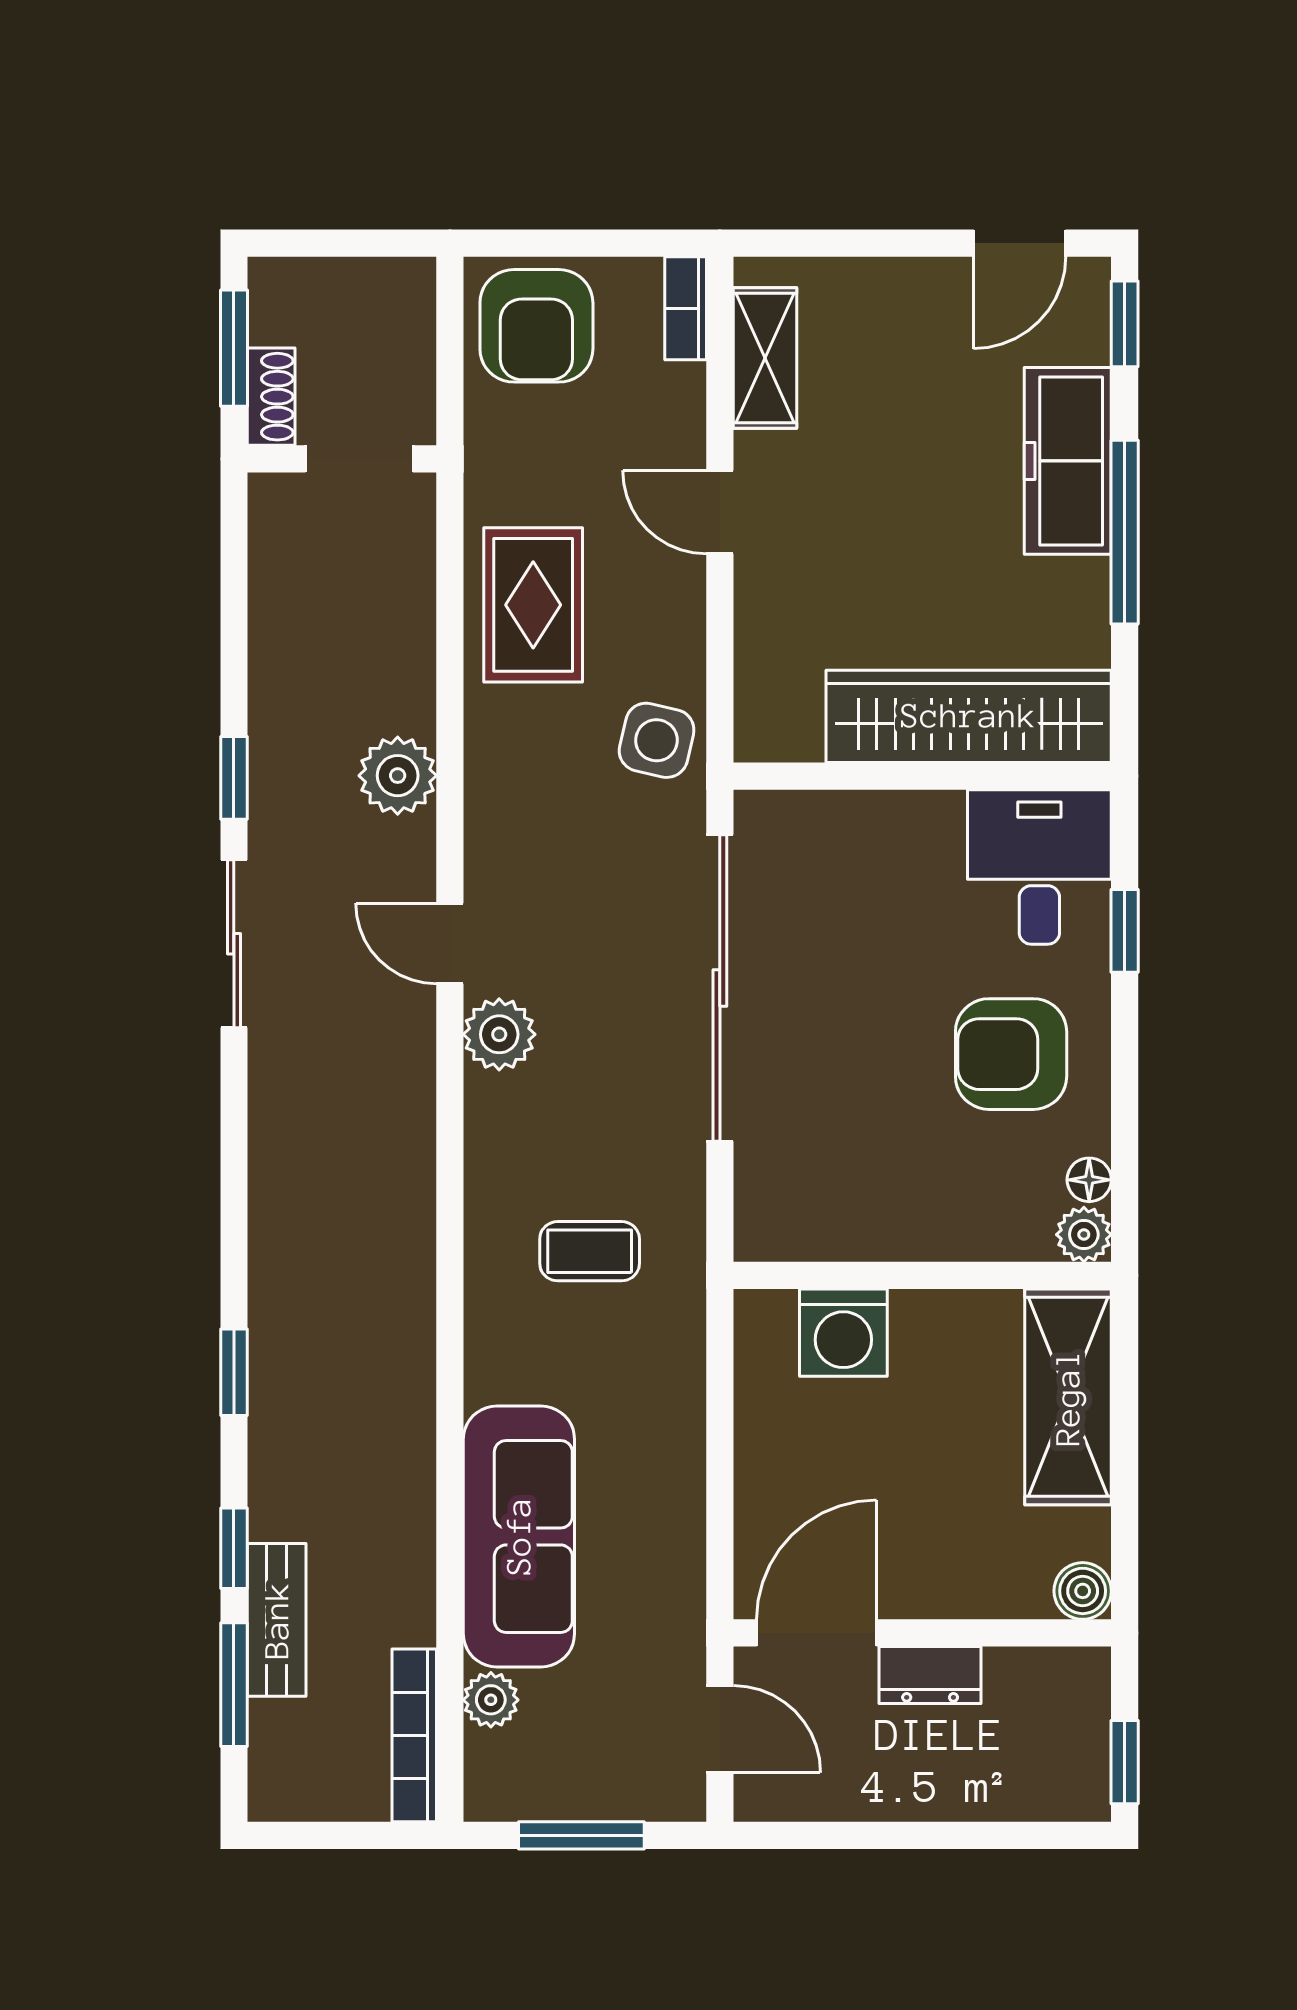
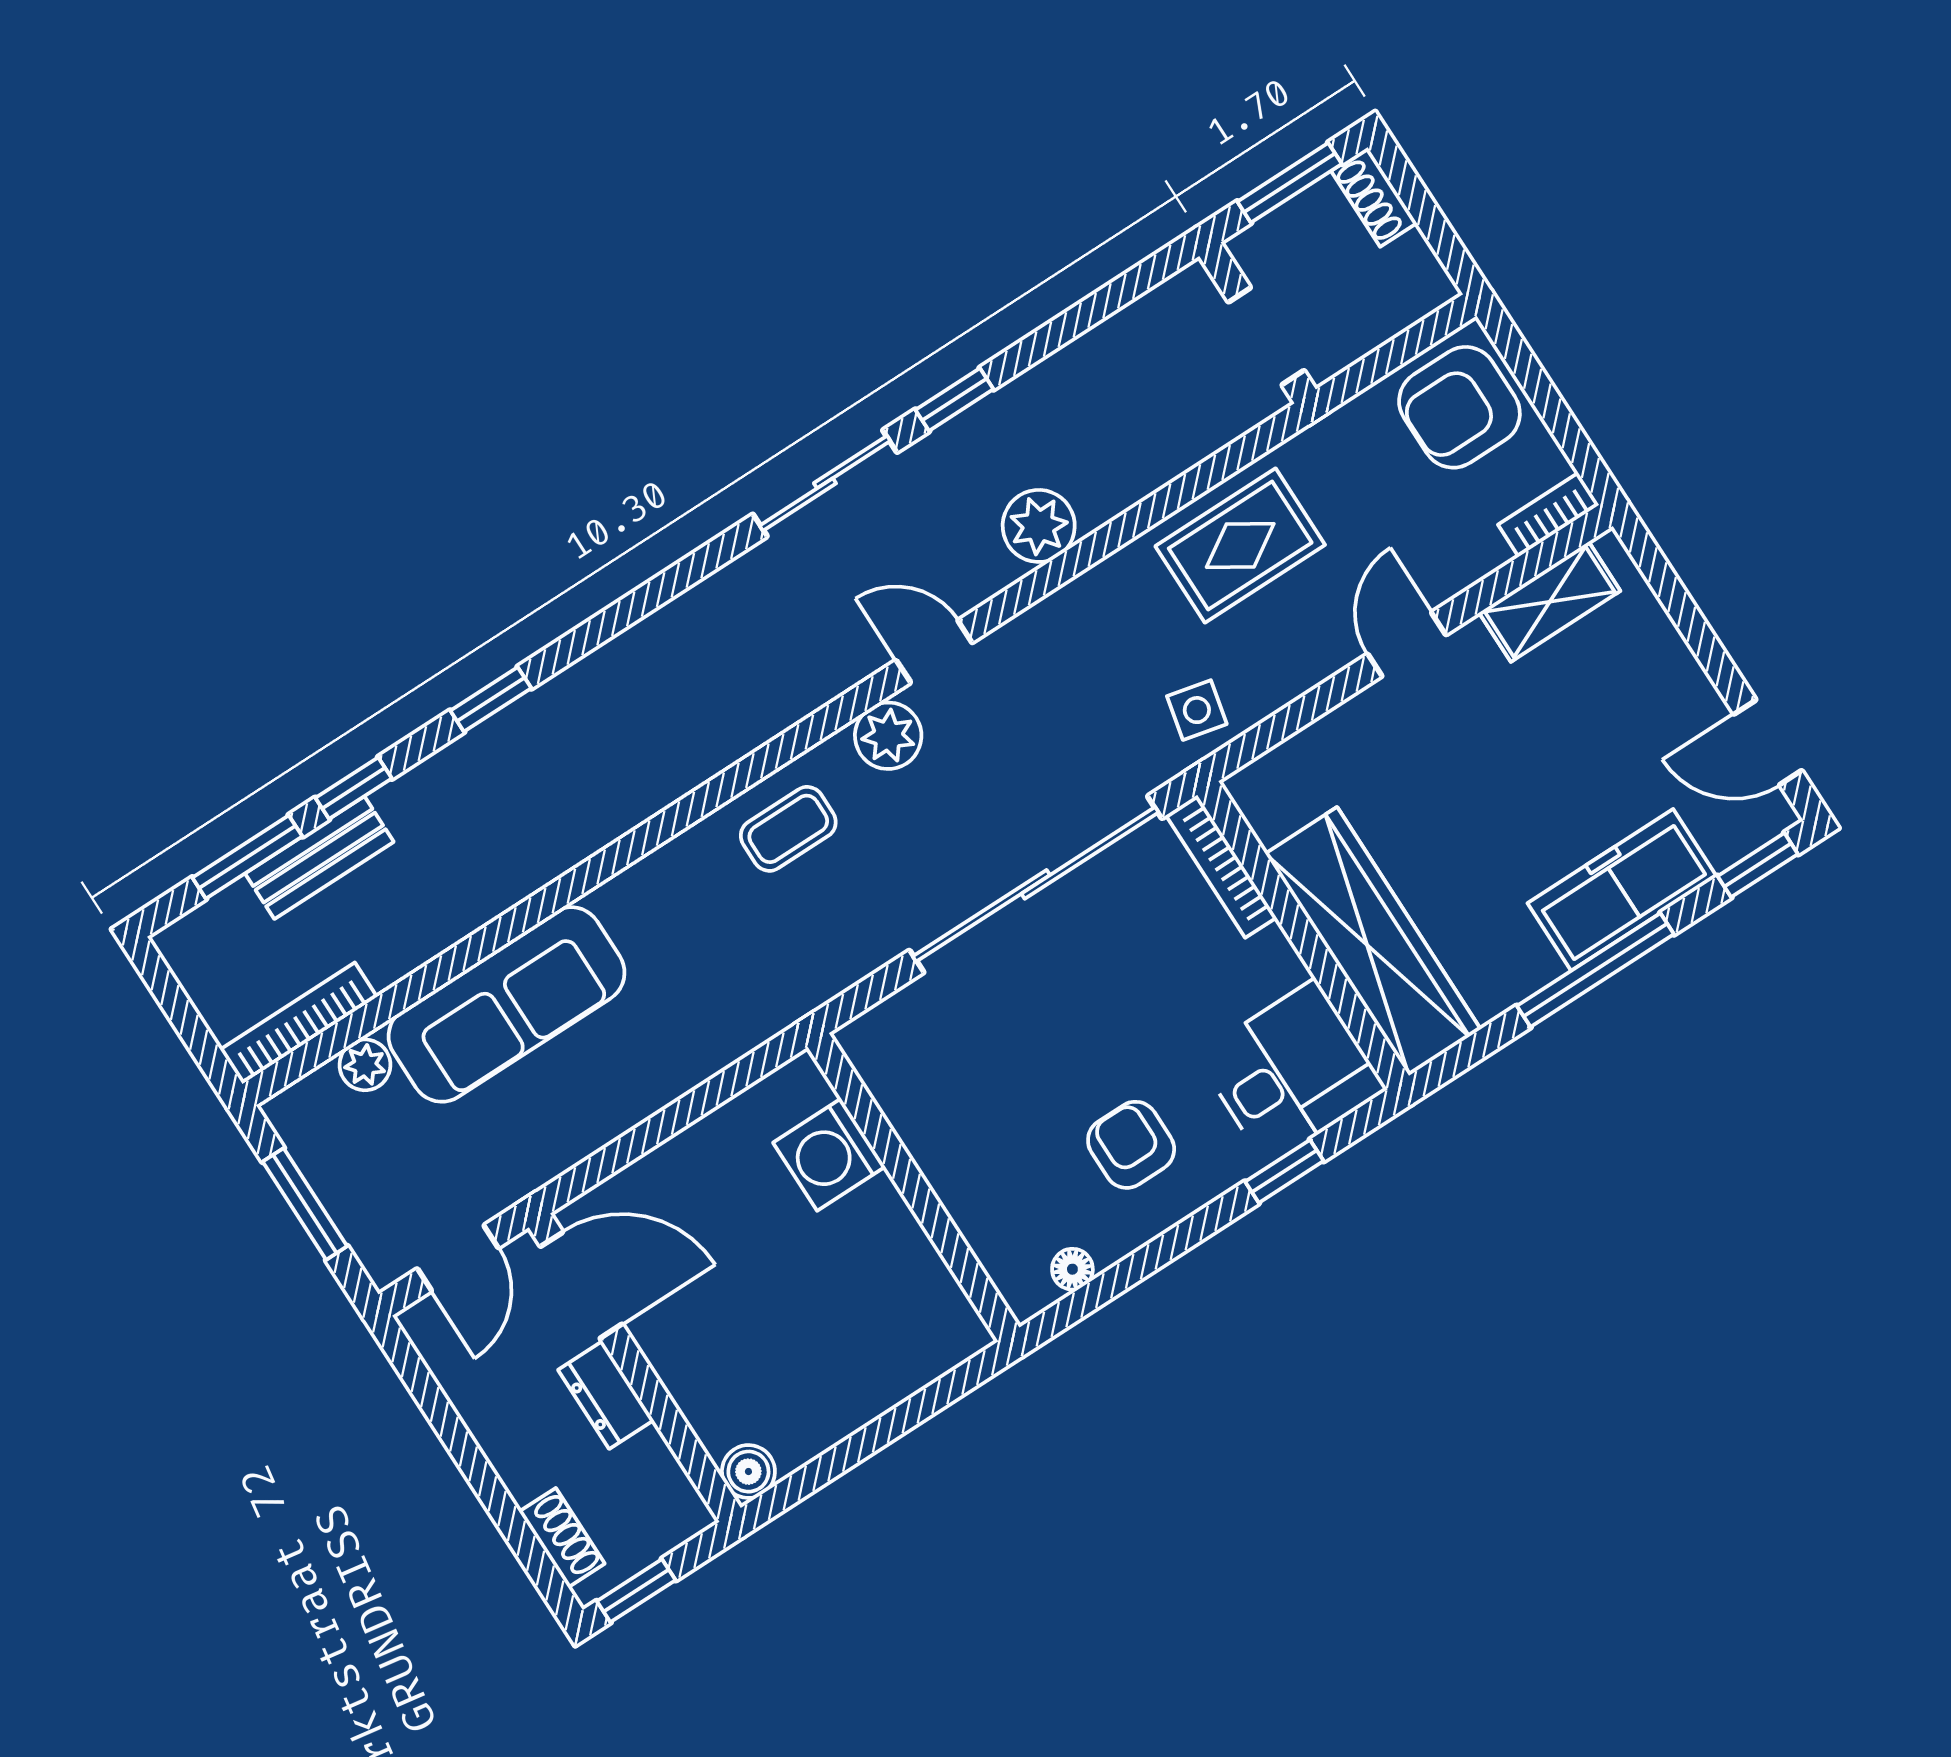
shoe rack: (271, 397) -> (1374, 197), moved, turned 90
side table: (657, 740) -> (1197, 710), width x0.73, depth x0.73
bookcase: (812, 810) -> (1221, 866), added
door: (450, 944) -> (934, 651), hinge flipped
armchair: (1011, 1054) -> (1131, 1145), width x0.72, depth x0.72
plant: (1084, 1235) -> (1027, 1293), removed
coffee table: (590, 1251) -> (788, 829), moved, turned 90
shelving: (1068, 1397) -> (892, 1362), removed
shoe rack: (1033, 1798) -> (562, 1538), added

